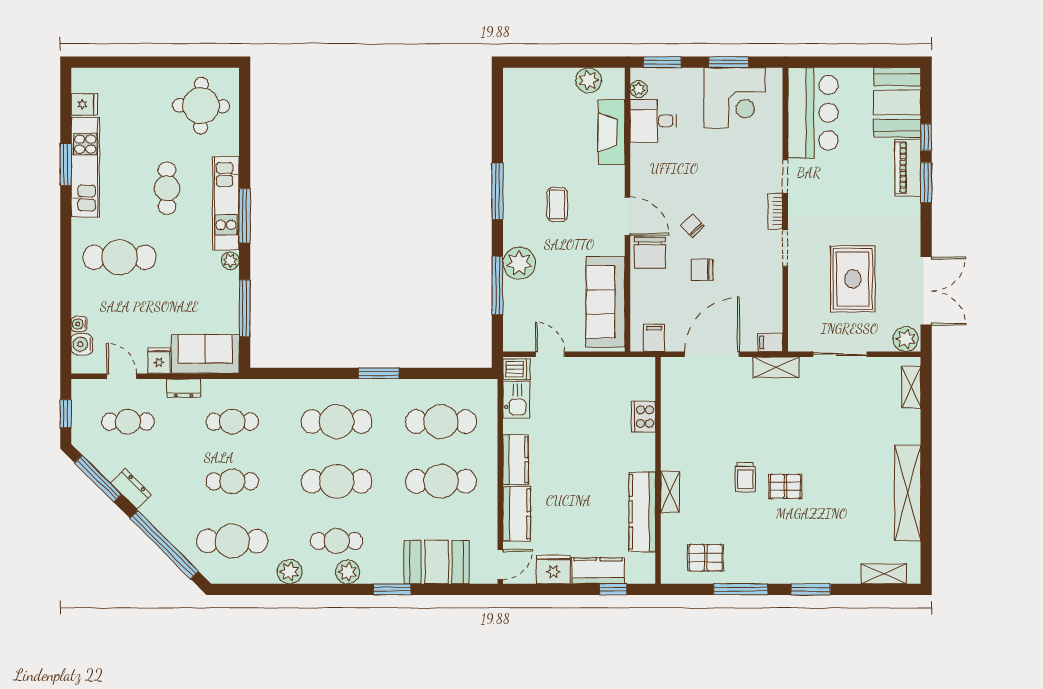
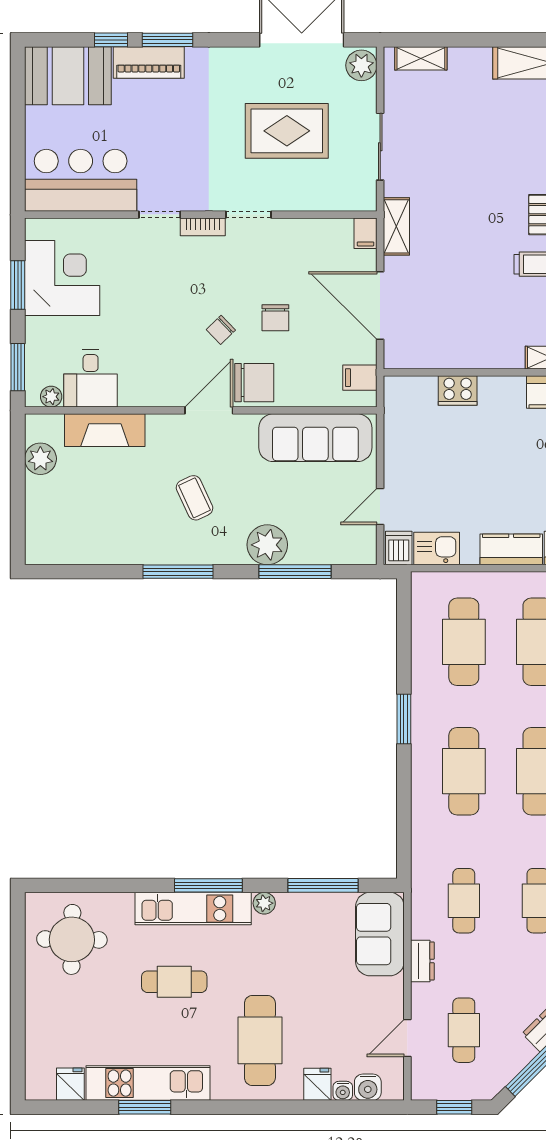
coffee table: (557, 205) -> (194, 498), turned 65
fridge: (159, 360) -> (317, 1084), moved, turned 90

